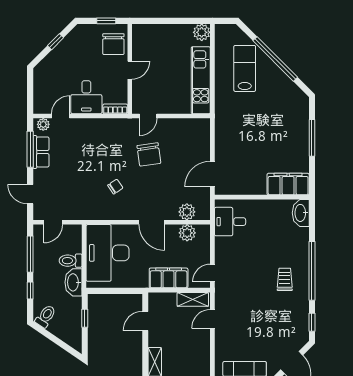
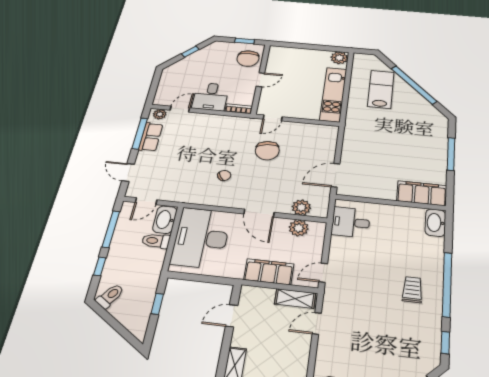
washbasin: (73, 282) -> (165, 220), moved

